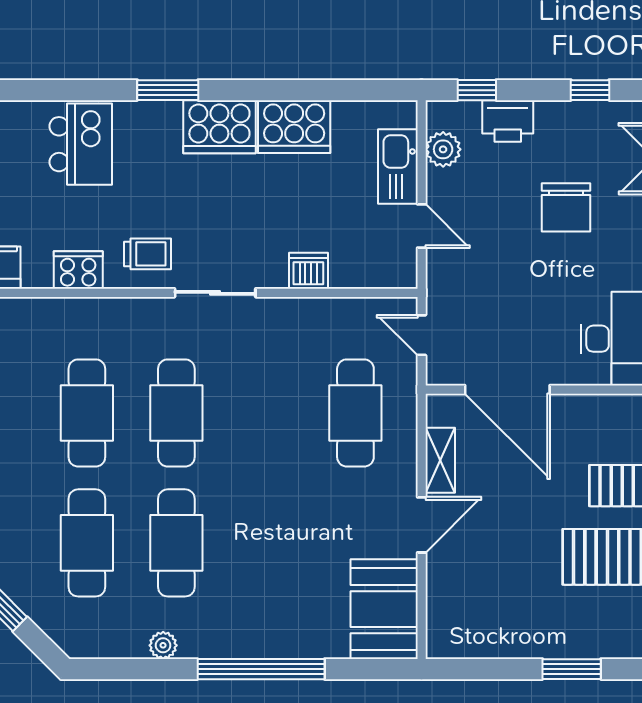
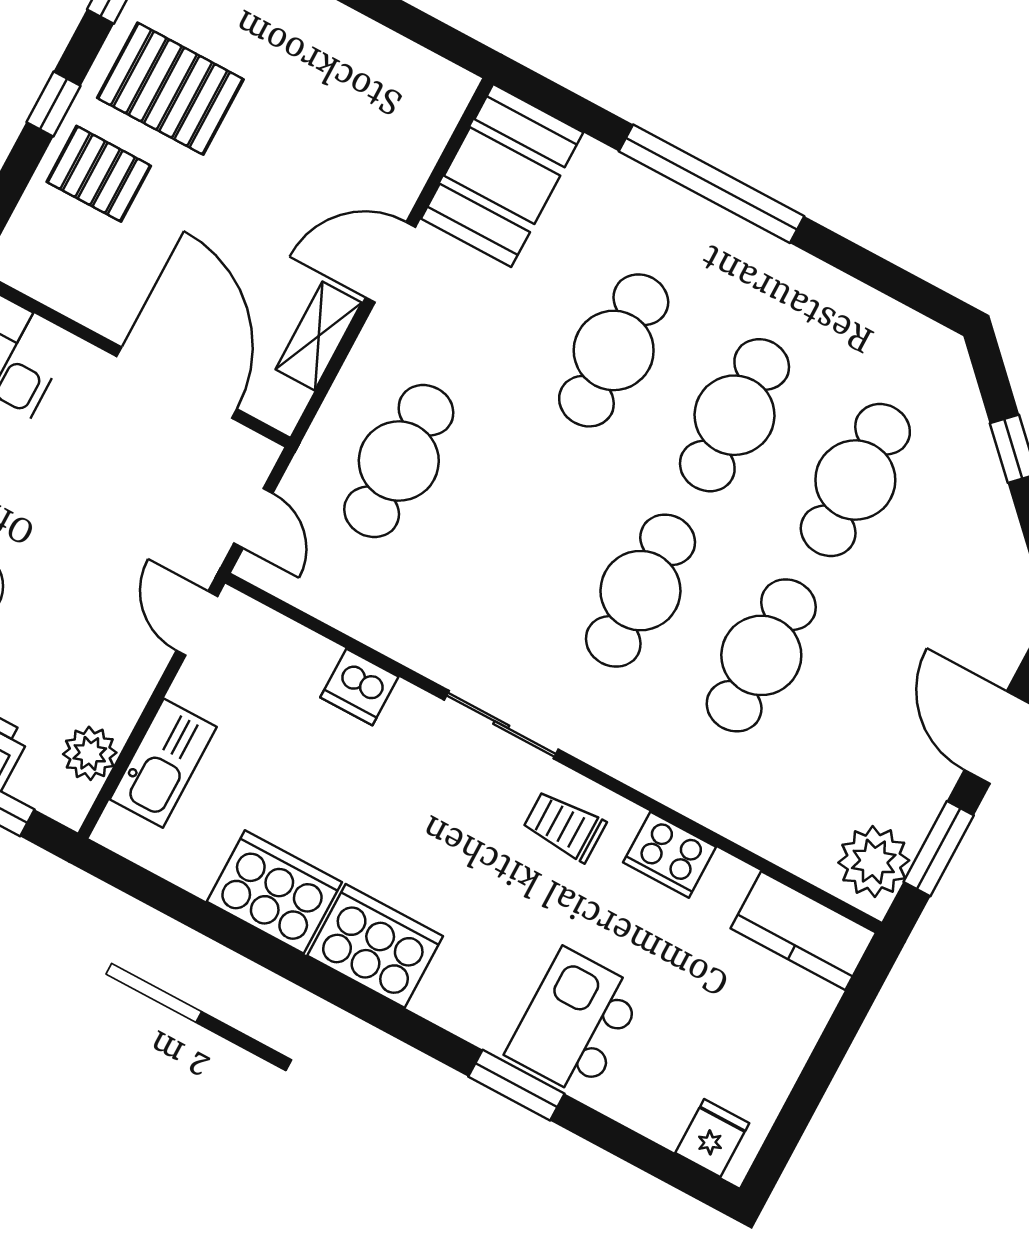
window: (168, 90) -> (516, 1085), moved
door: (422, 226) -> (197, 623), moved
cafe table: (266, 543) -> (614, 350), added
plant: (163, 645) -> (827, 287), removed

